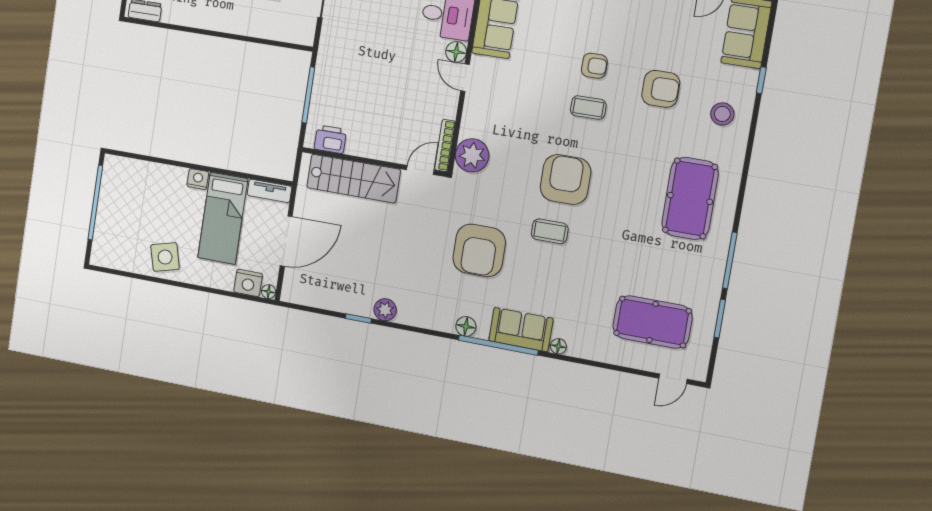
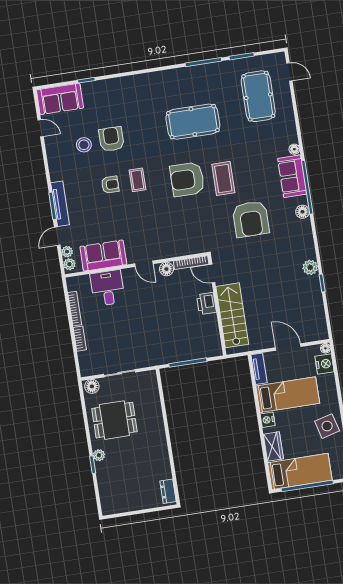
floor lamp: (456, 52) -> (166, 269), moved
armchair: (594, 66) -> (110, 185), turned 90
door: (465, 78) -> (144, 264), hinge flipped
stool: (722, 114) -> (84, 145), moved
printer: (330, 139) -> (206, 303), moved
plant: (472, 155) -> (192, 243), removed
wardrobe: (160, 175) -> (273, 447), added
pool table: (690, 198) -> (193, 122), moved
bed: (117, 199) -> (300, 471), added
coffee table: (550, 231) -> (223, 178), width x1.36, depth x1.30
door: (286, 241) -> (288, 347), width x0.73
armchair: (479, 250) -> (251, 219), turned 90

